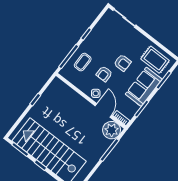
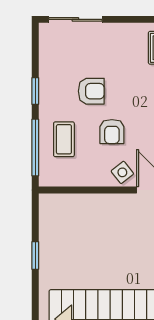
armchair: (122, 63) -> (91, 91), moved

